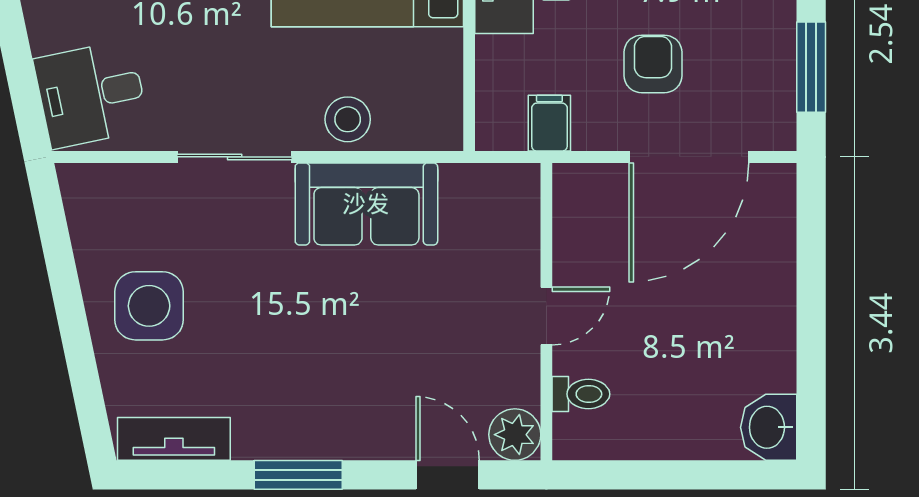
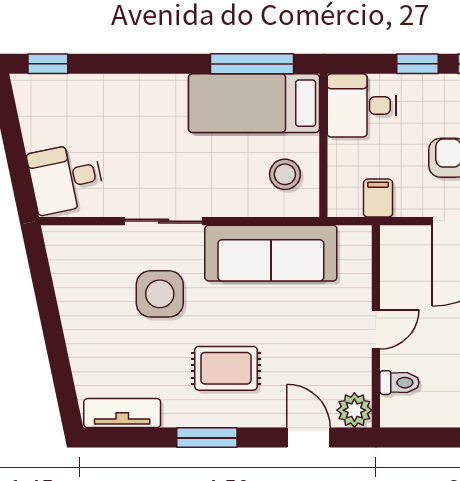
stool: (348, 119) -> (285, 174), moved
sofa: (366, 204) -> (271, 253), width x1.36
side table: (149, 306) -> (160, 294), moved
rug: (326, 373) -> (226, 368), added

